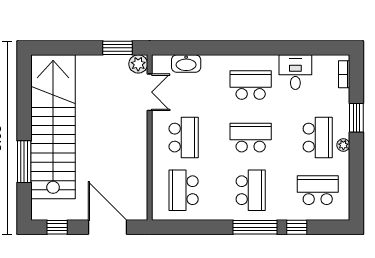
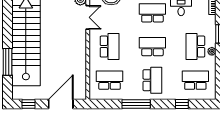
school desk: (318, 138) -> (195, 47), turned 180
school desk: (184, 190) -> (110, 80), turned 90
door: (108, 227) -> (61, 104), hinge flipped
window: (255, 227) -> (136, 104), moved

